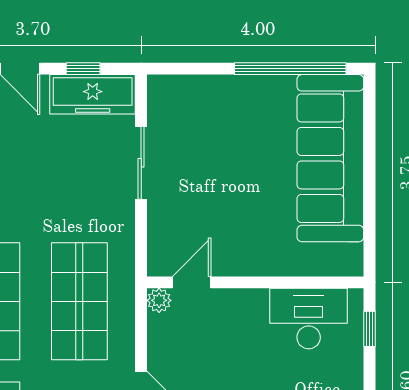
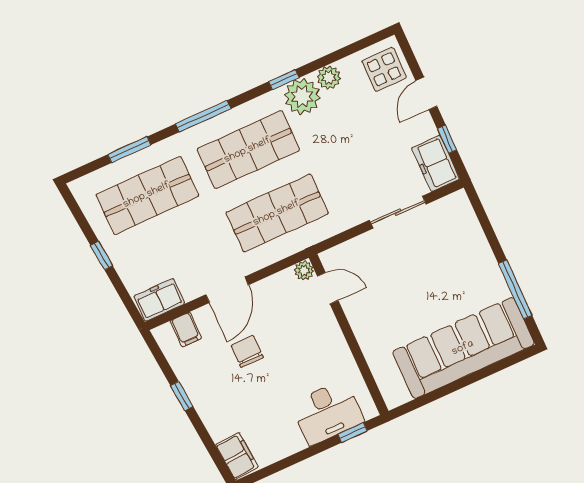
window: (290, 69) -> (515, 289), width x0.68
freezer: (93, 94) -> (436, 163), width x0.71
desk: (309, 319) -> (327, 412), moved, turned 90

